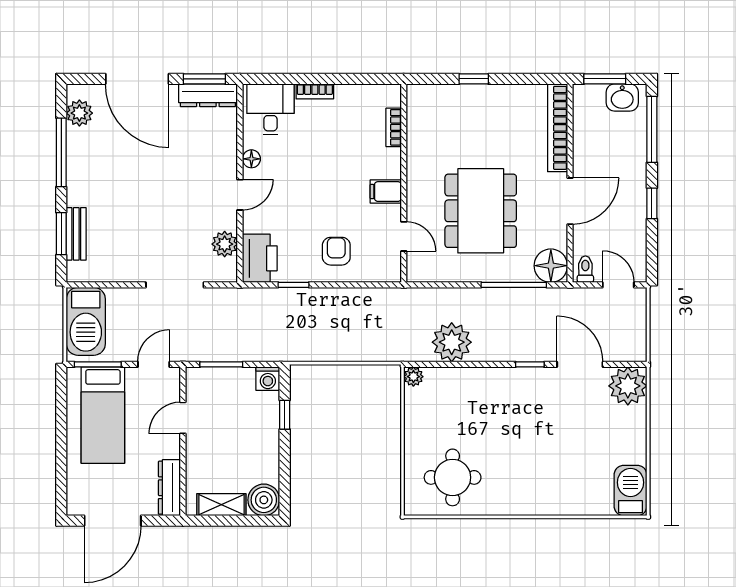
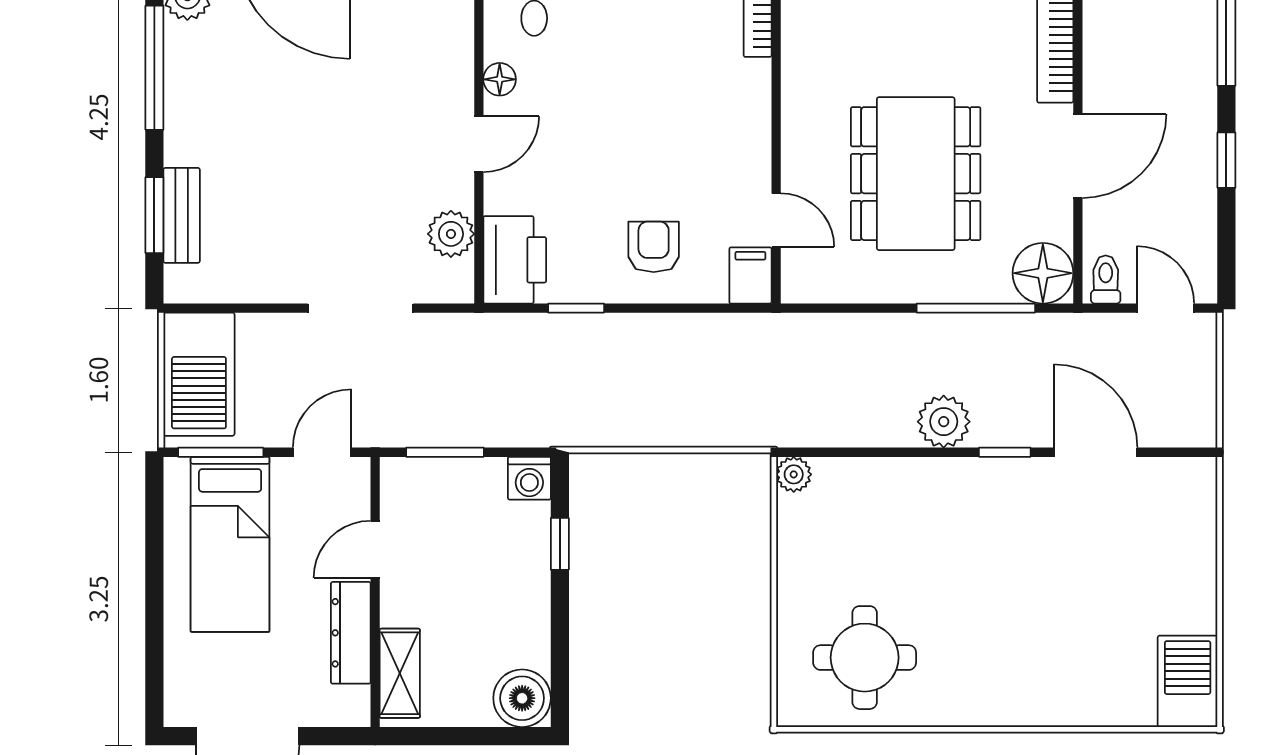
filing cabinet: (386, 192) -> (750, 275), moved, turned 90
plant: (452, 342) -> (944, 422), moved, width x0.73, depth x0.73
plant: (628, 386) -> (1183, 491), removed
dresser: (169, 488) -> (351, 633), moved
shelving: (221, 505) -> (400, 673), moved, turned 90

